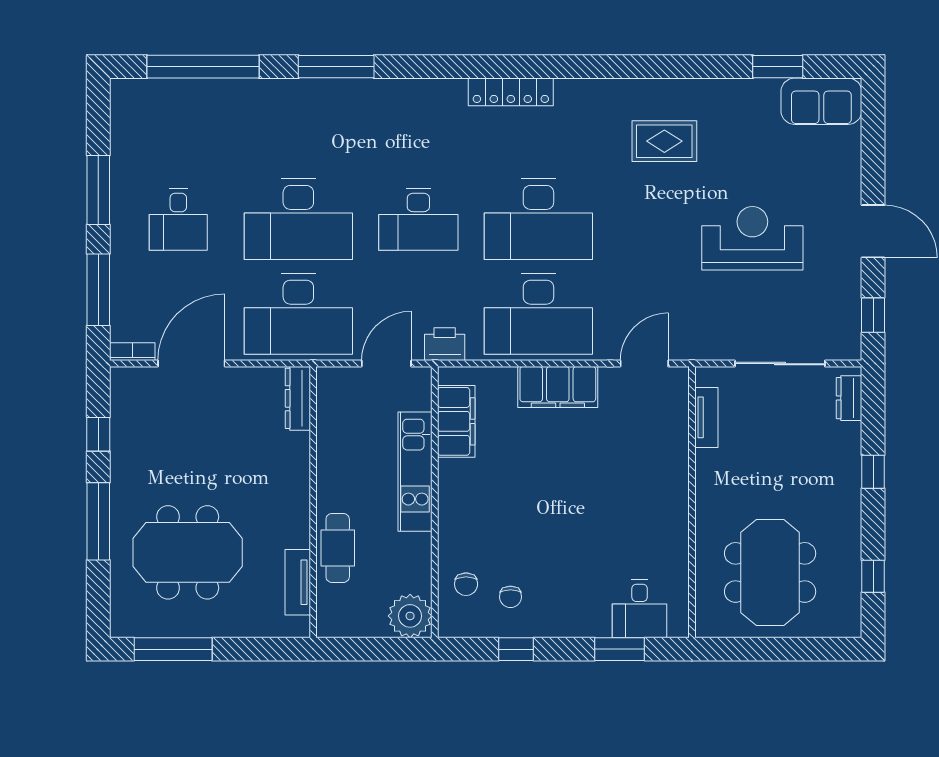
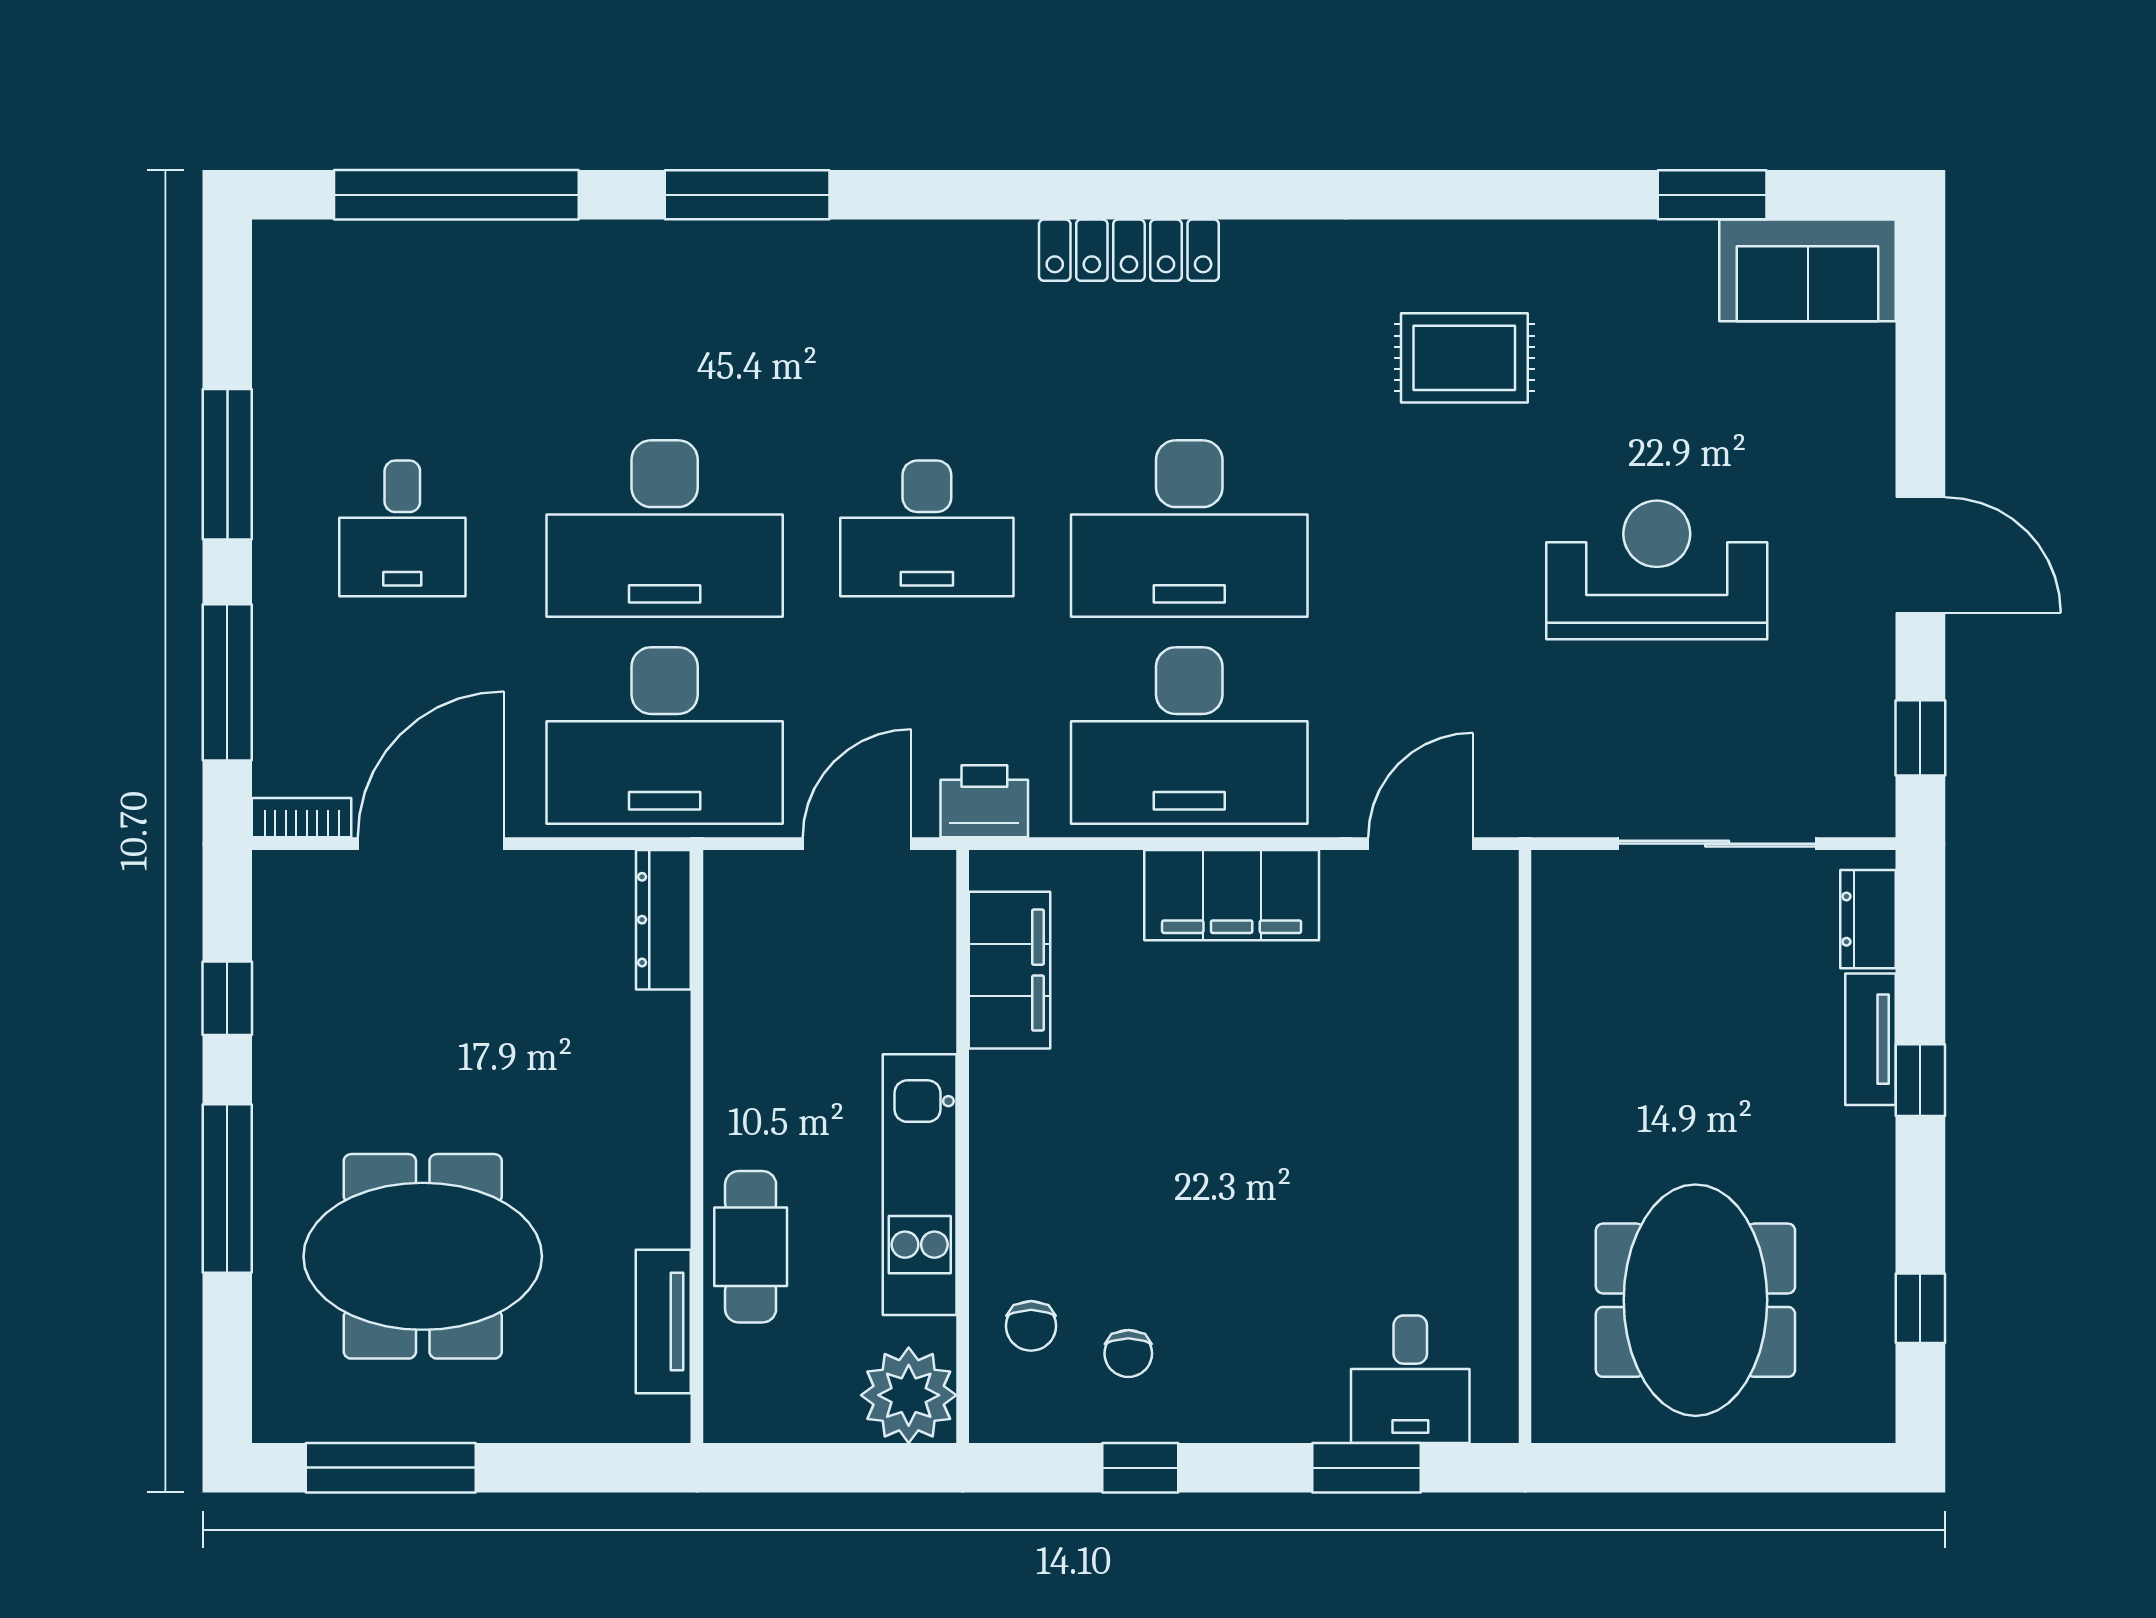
tv unit: (706, 417) -> (1871, 1039), moved, turned 180
kitchen unit: (415, 472) -> (920, 1185), moved

